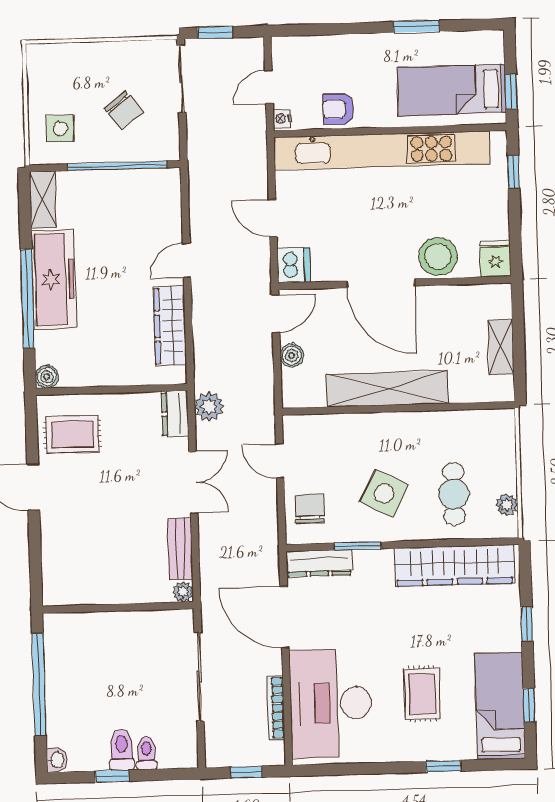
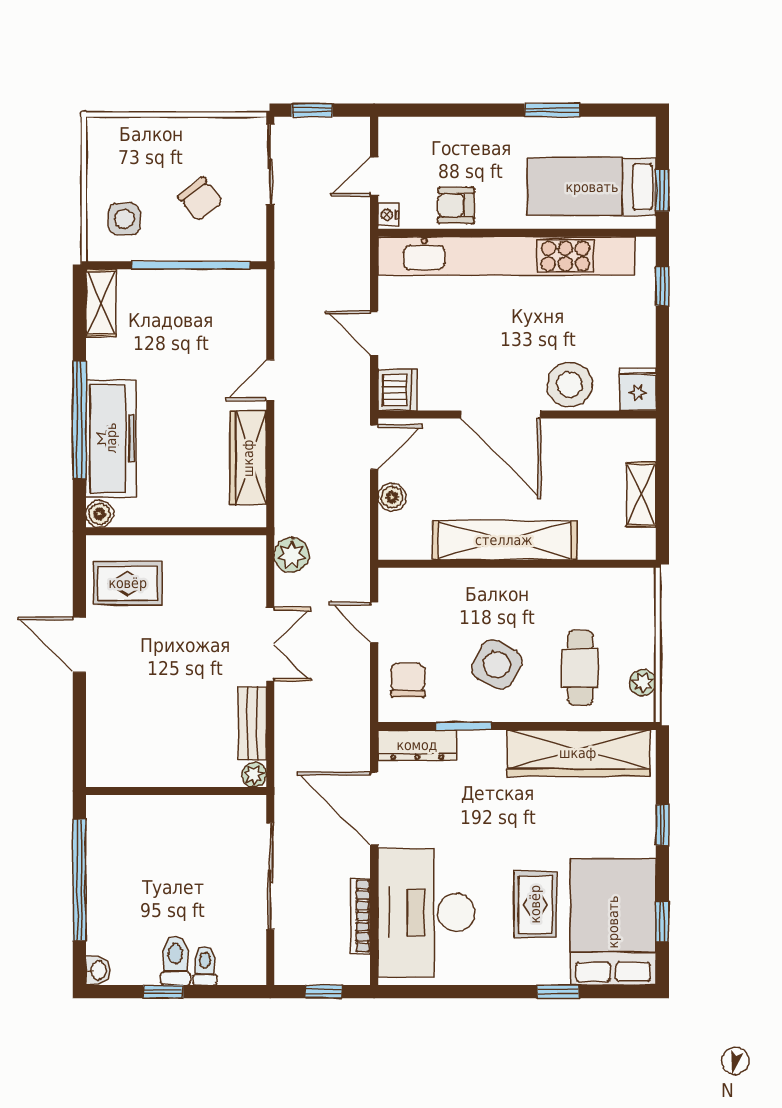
freezer: (54, 279) -> (111, 438), moved
dresser: (175, 414) -> (251, 563), removed
bed: (500, 706) -> (613, 922), width x1.50

